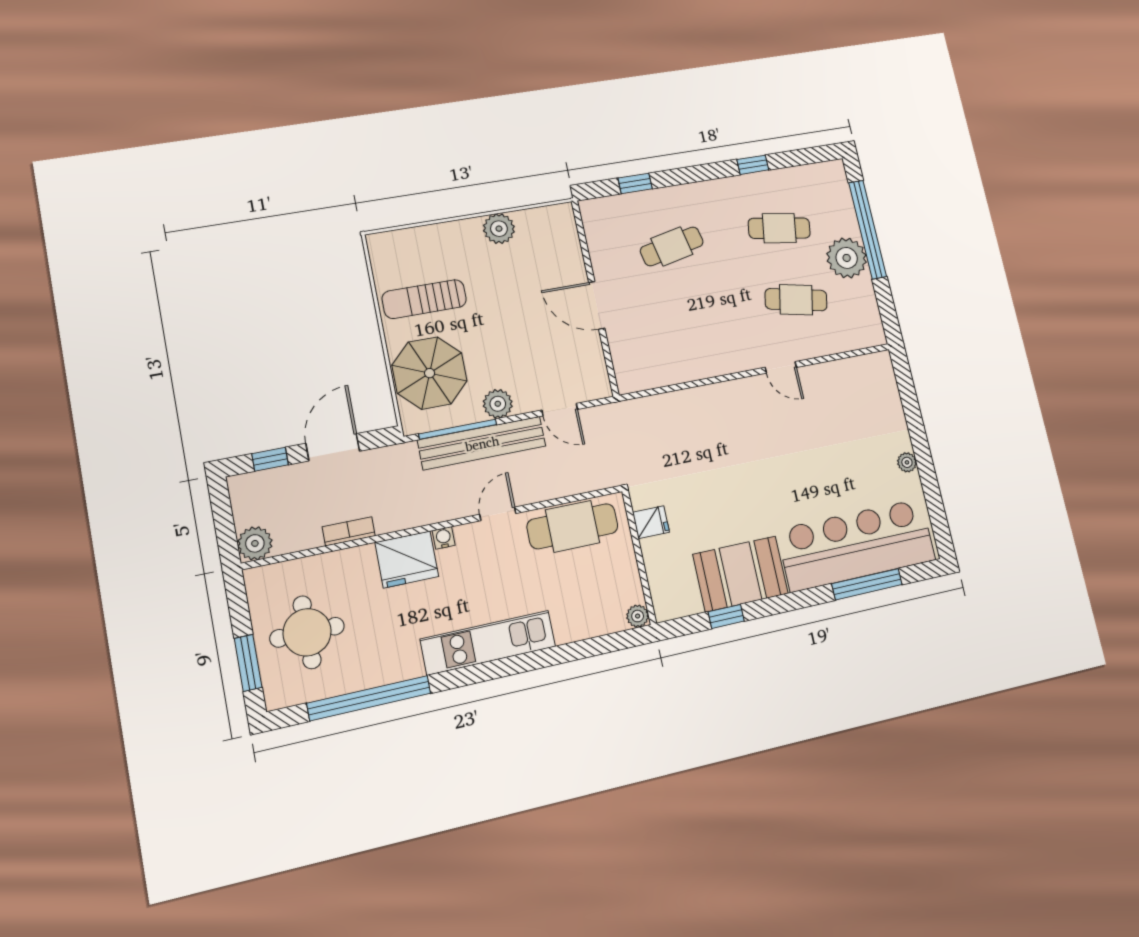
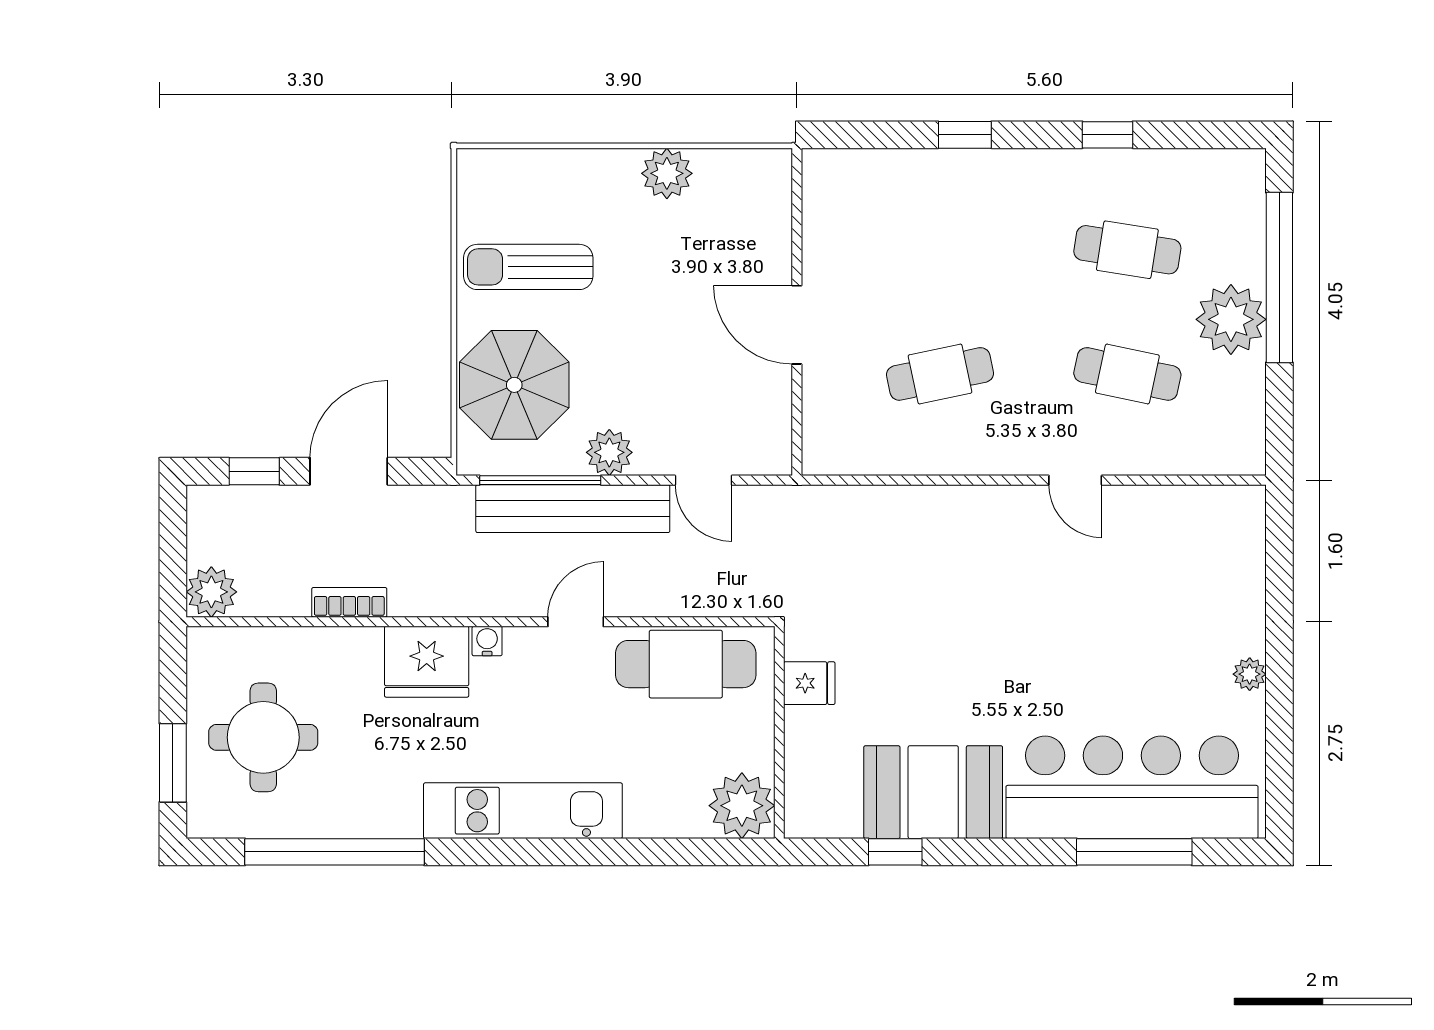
window: (635, 183) -> (965, 135), moved
cafe table: (672, 246) -> (940, 374), moved
plant: (638, 616) -> (742, 806), width x1.88, depth x1.88

